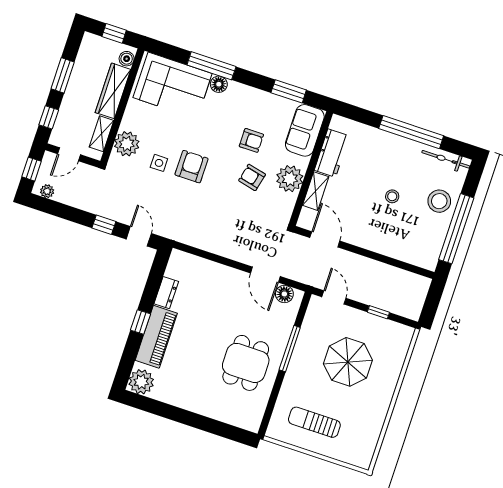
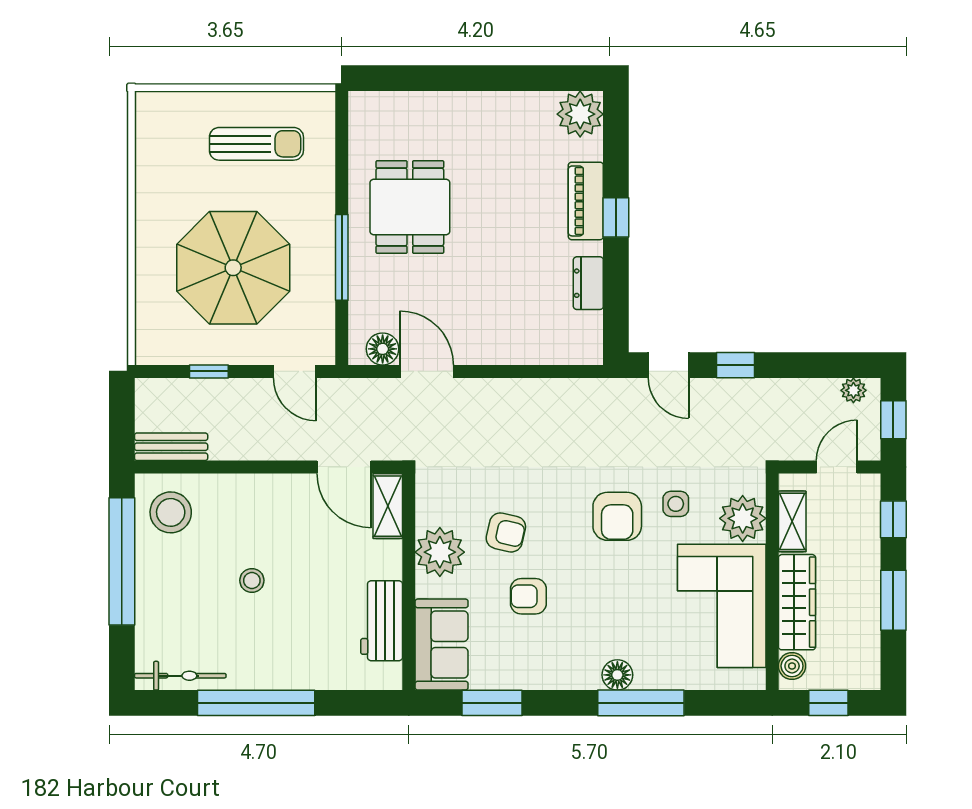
corner sofa: (173, 85) -> (722, 606), moved, turned -90
shelving: (316, 191) -> (388, 506), moved
stool: (439, 201) -> (171, 512), moved
bench: (411, 280) -> (171, 447), added
piano: (156, 337) -> (586, 201), width x0.73, depth x0.75
parasol: (348, 362) -> (233, 268), width x1.36, depth x1.36

